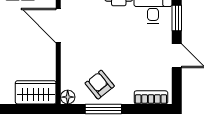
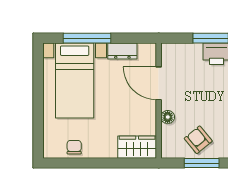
floor lamp: (68, 97) -> (168, 117), moved

